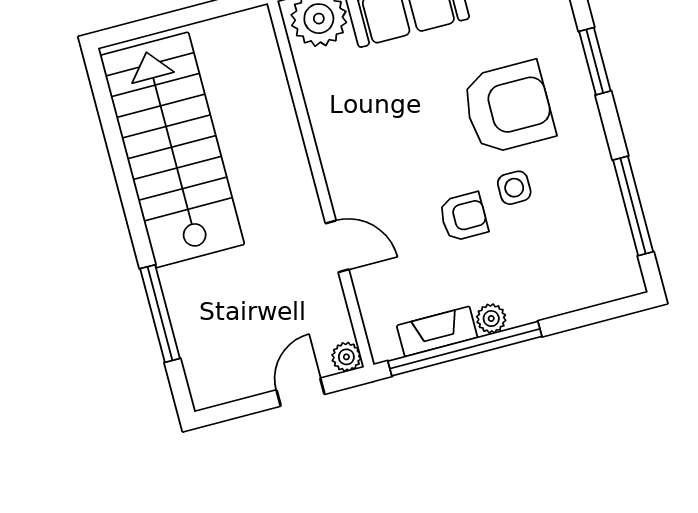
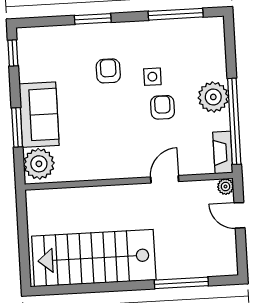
armchair: (508, 107) -> (108, 71), width x0.53, depth x0.53
plant: (491, 319) -> (213, 97), width x1.88, depth x1.88
fireplace: (437, 331) -> (223, 152), moved

